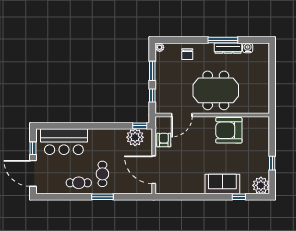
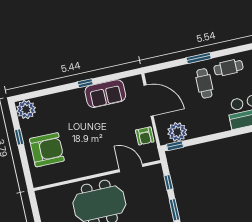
door: (182, 115) -> (131, 168), hinge flipped
armchair: (229, 130) -> (47, 150), moved
sofa: (222, 184) -> (105, 94), moved
window: (239, 197) -> (85, 83), moved

